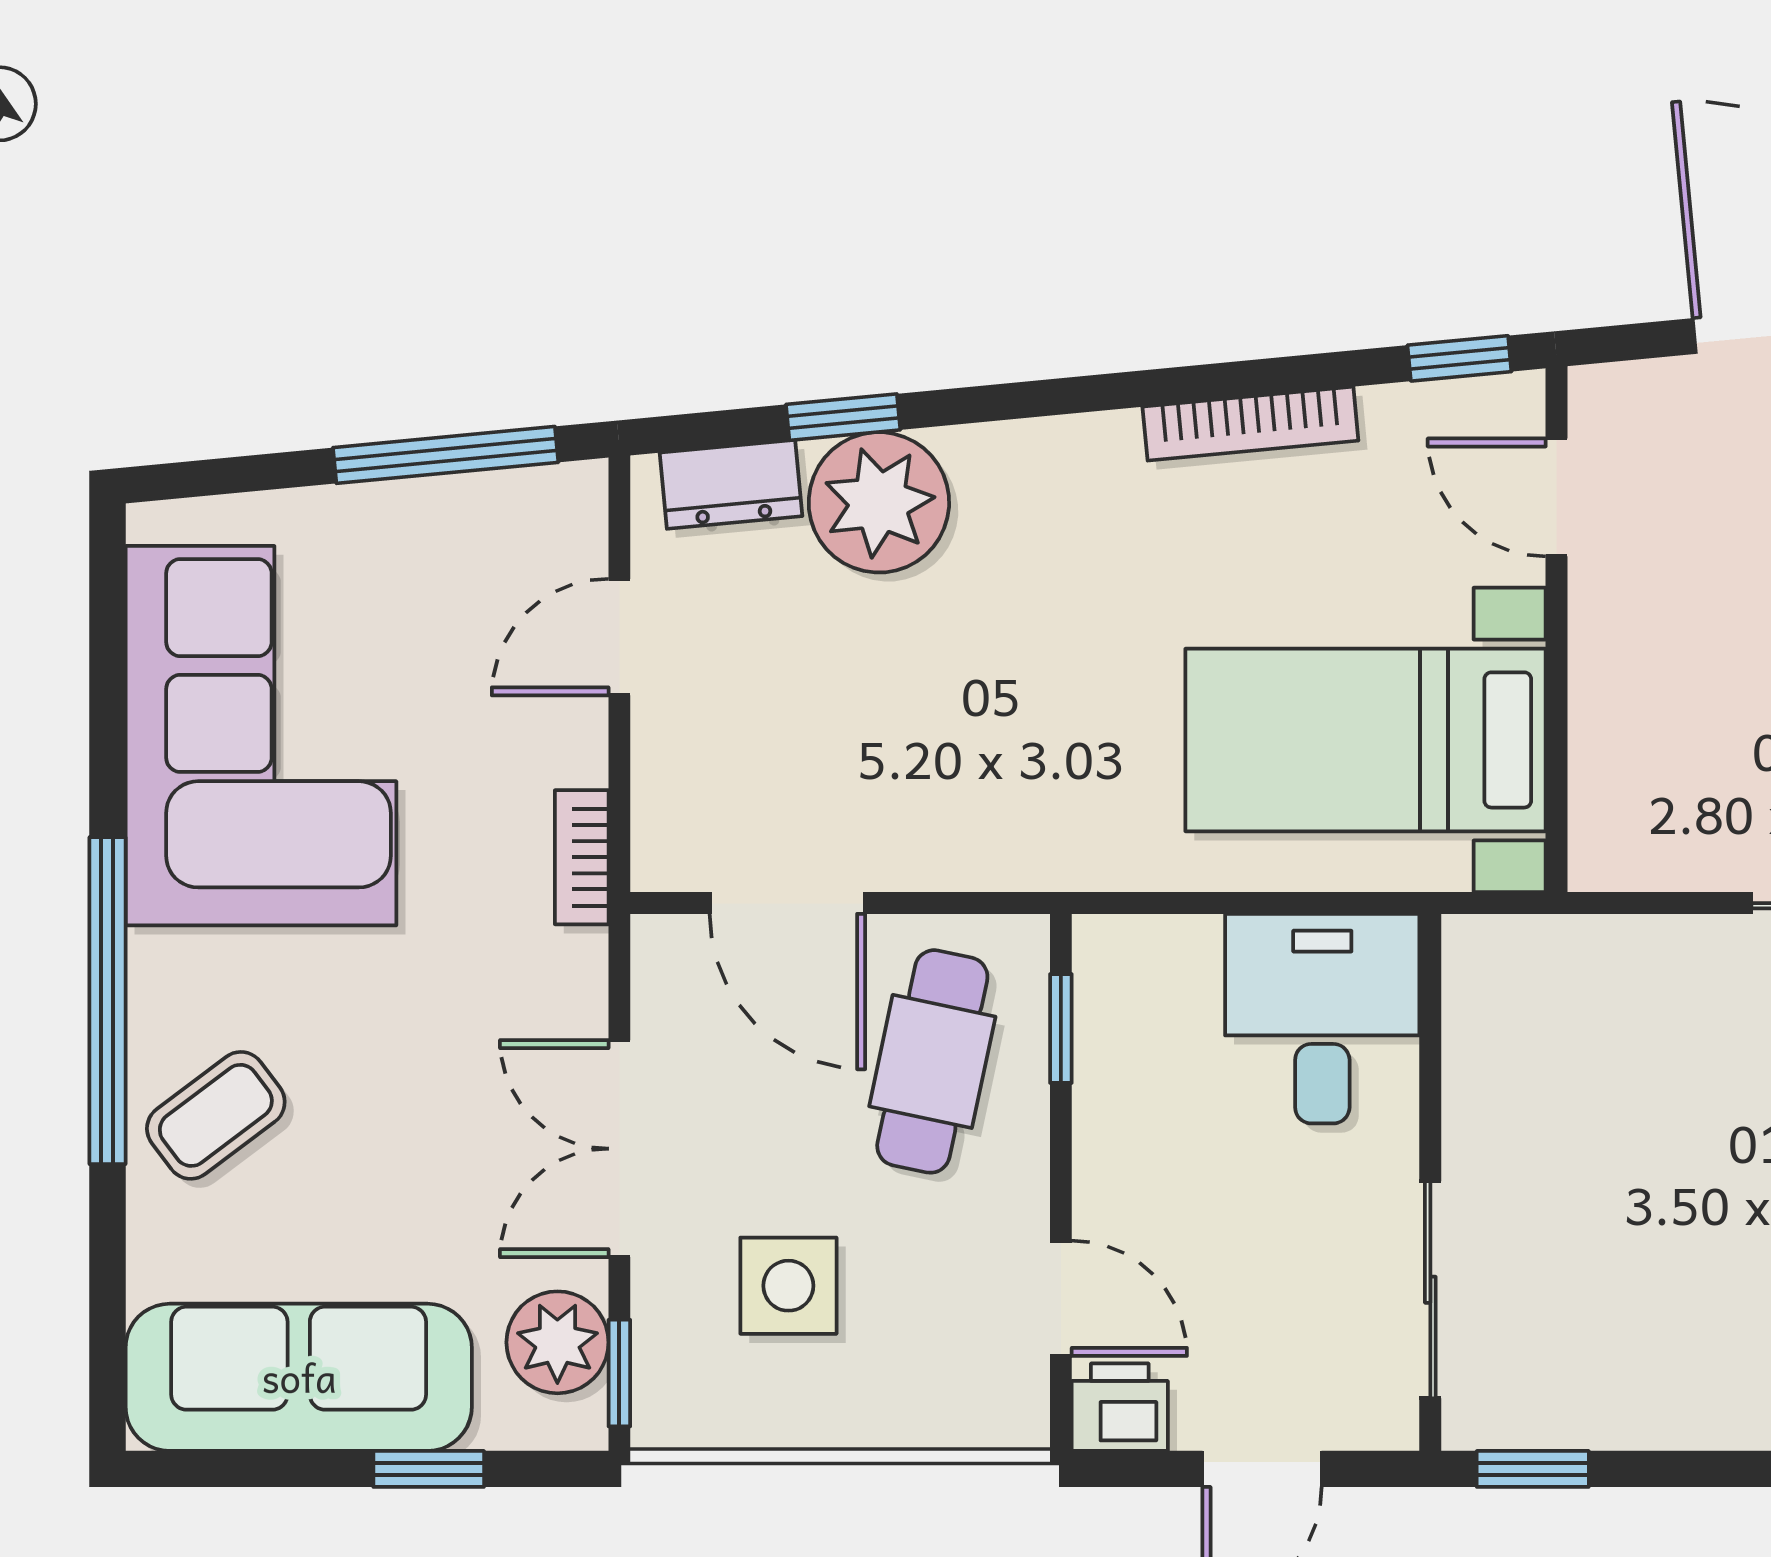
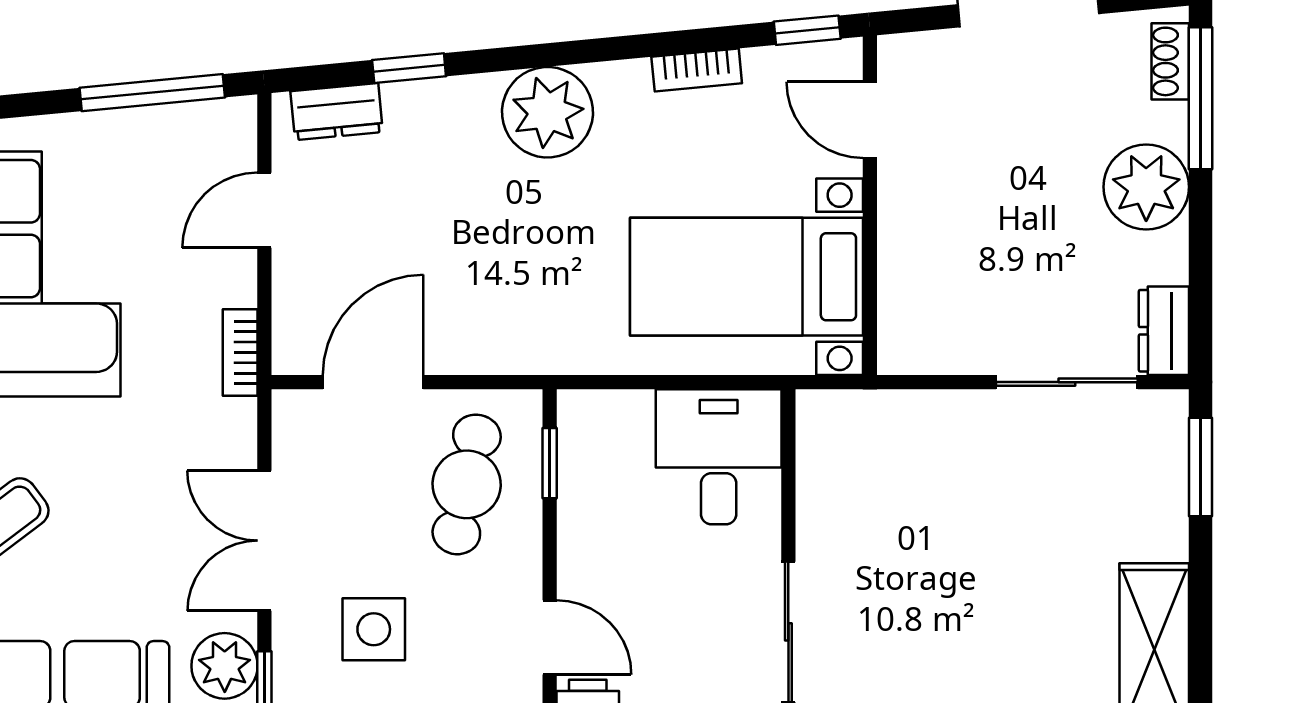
bookcase: (1250, 424) -> (697, 70), width x0.64
plant: (879, 502) -> (548, 112), moved
door: (787, 903) -> (373, 382), swing flipped

